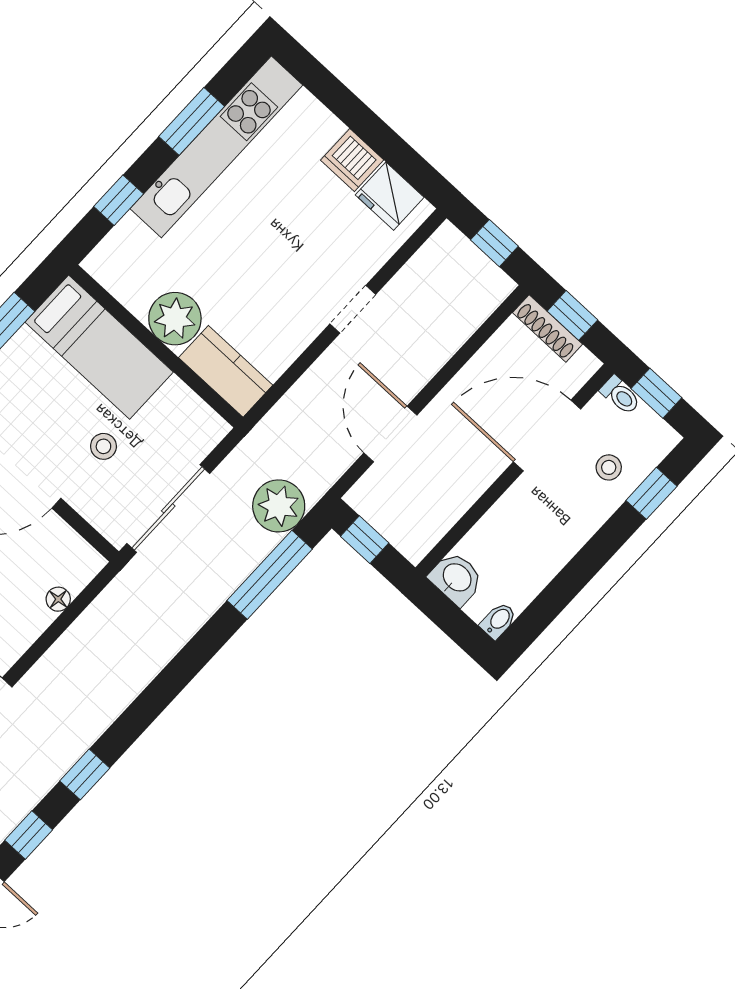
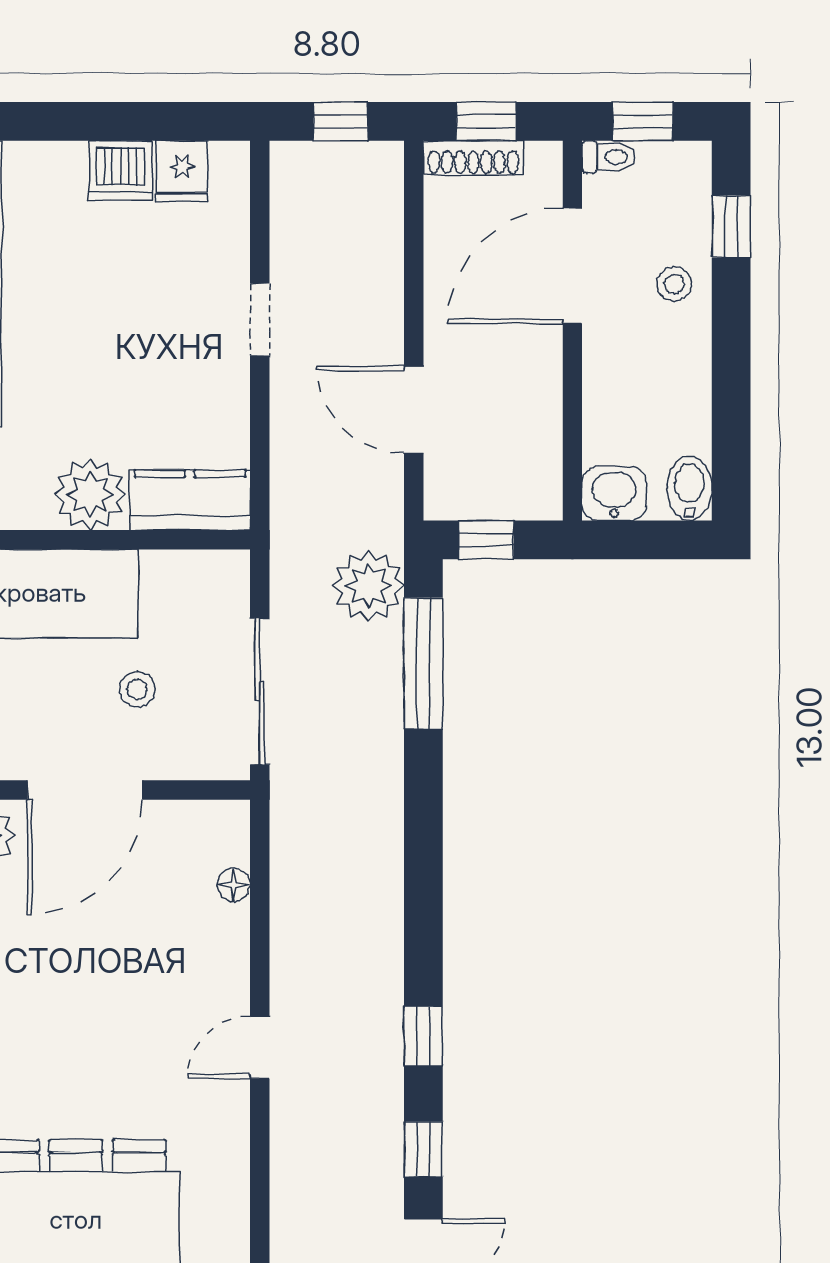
fridge: (390, 196) -> (182, 172), width x0.72
stool: (609, 467) -> (674, 284), moved
bidet: (498, 621) -> (690, 488), width x1.38, depth x1.36

